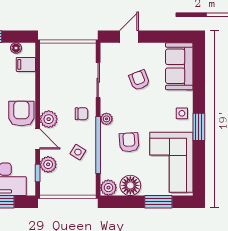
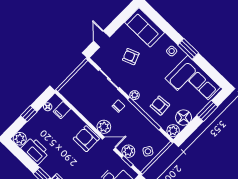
armchair: (129, 142) -> (160, 106), moved
side table: (78, 152) -> (148, 151), moved

